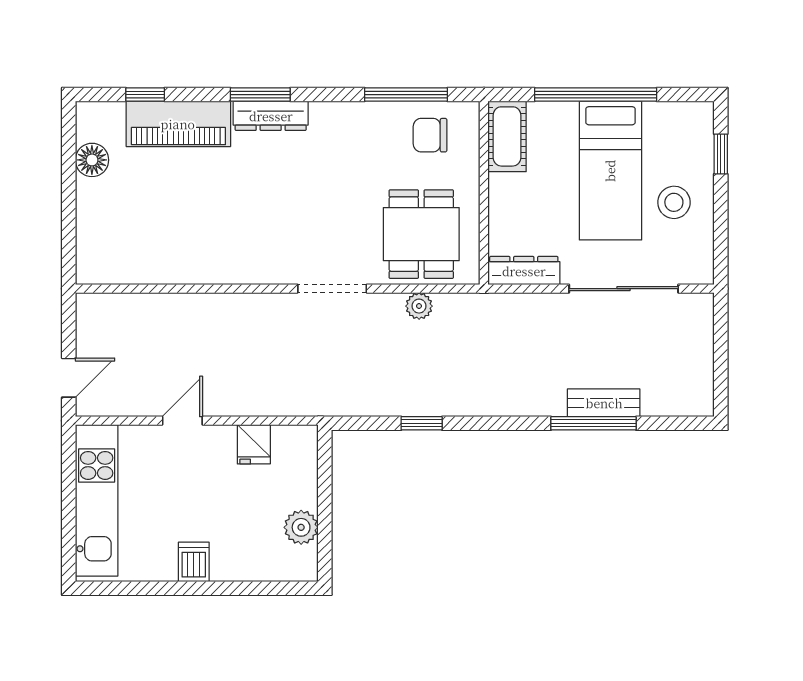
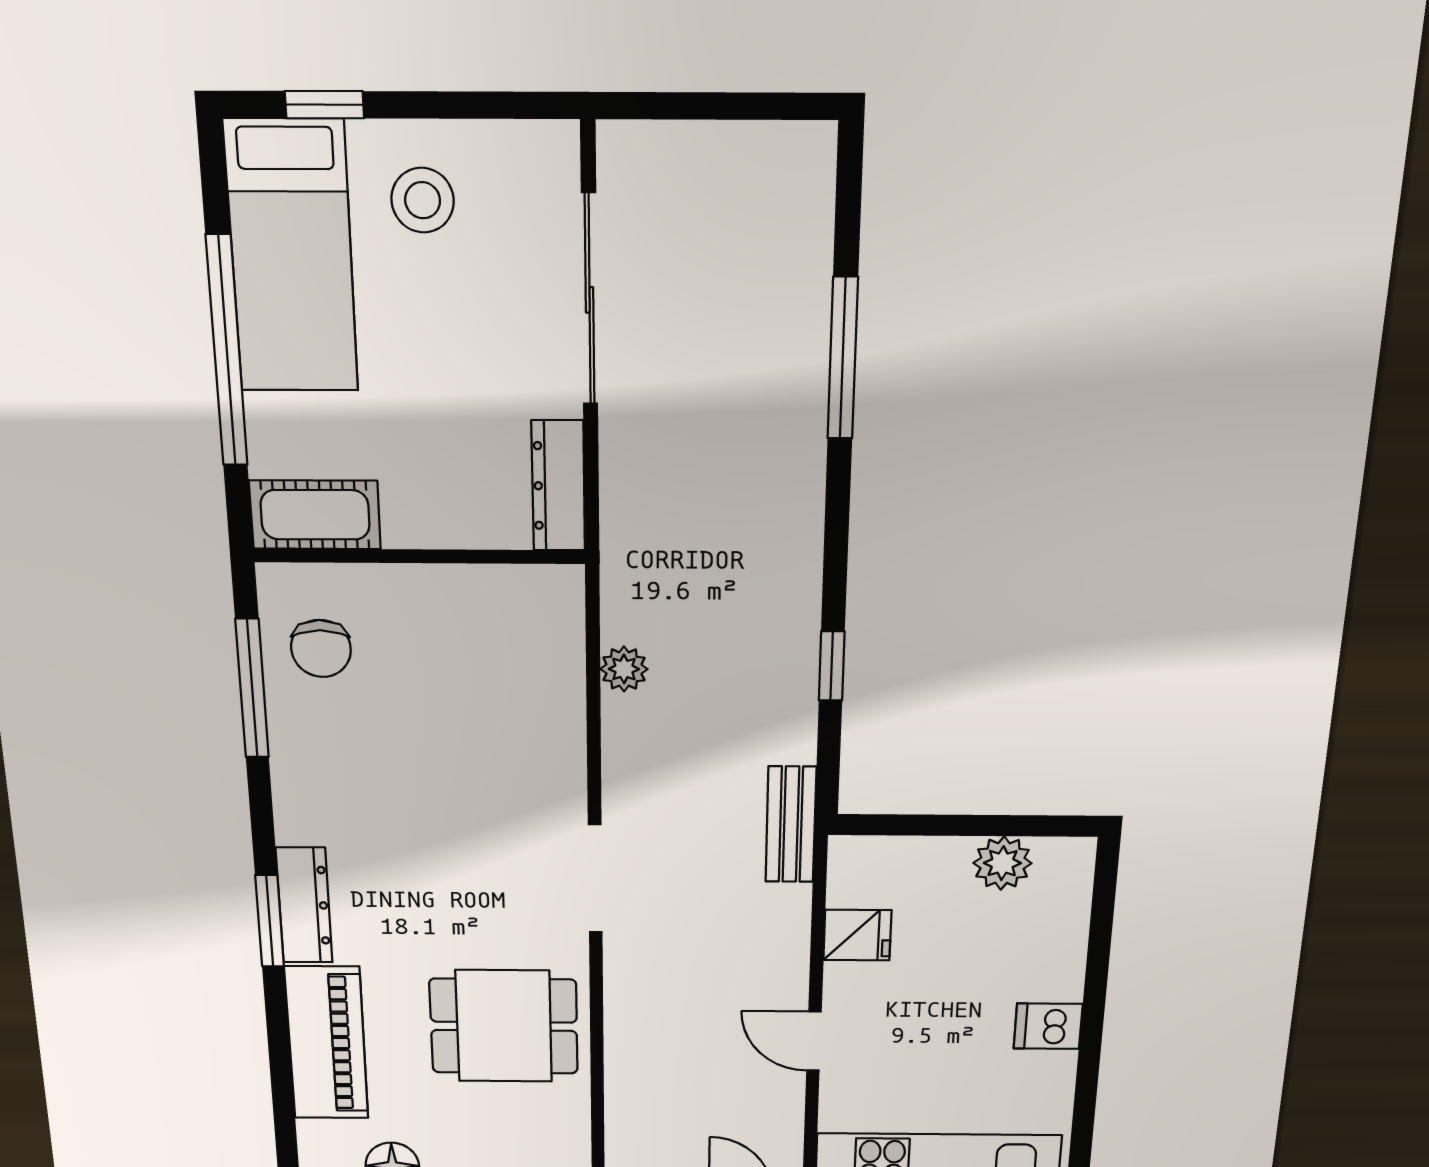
window: (145, 95) -> (282, 1091), removed
bed: (610, 171) -> (292, 257), moved, turned 90
dining table: (421, 234) -> (504, 1026), moved
doorway: (332, 289) -> (595, 879), moved
bench: (604, 403) -> (791, 825), moved

